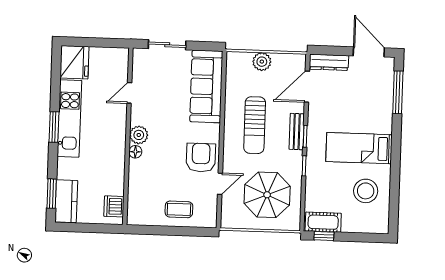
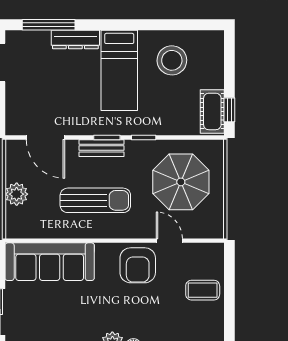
dresser: (329, 62) -> (75, 39), moved, turned 90
armchair: (201, 158) -> (138, 265), turned -90
coffee table: (179, 209) -> (203, 290), turned 90

